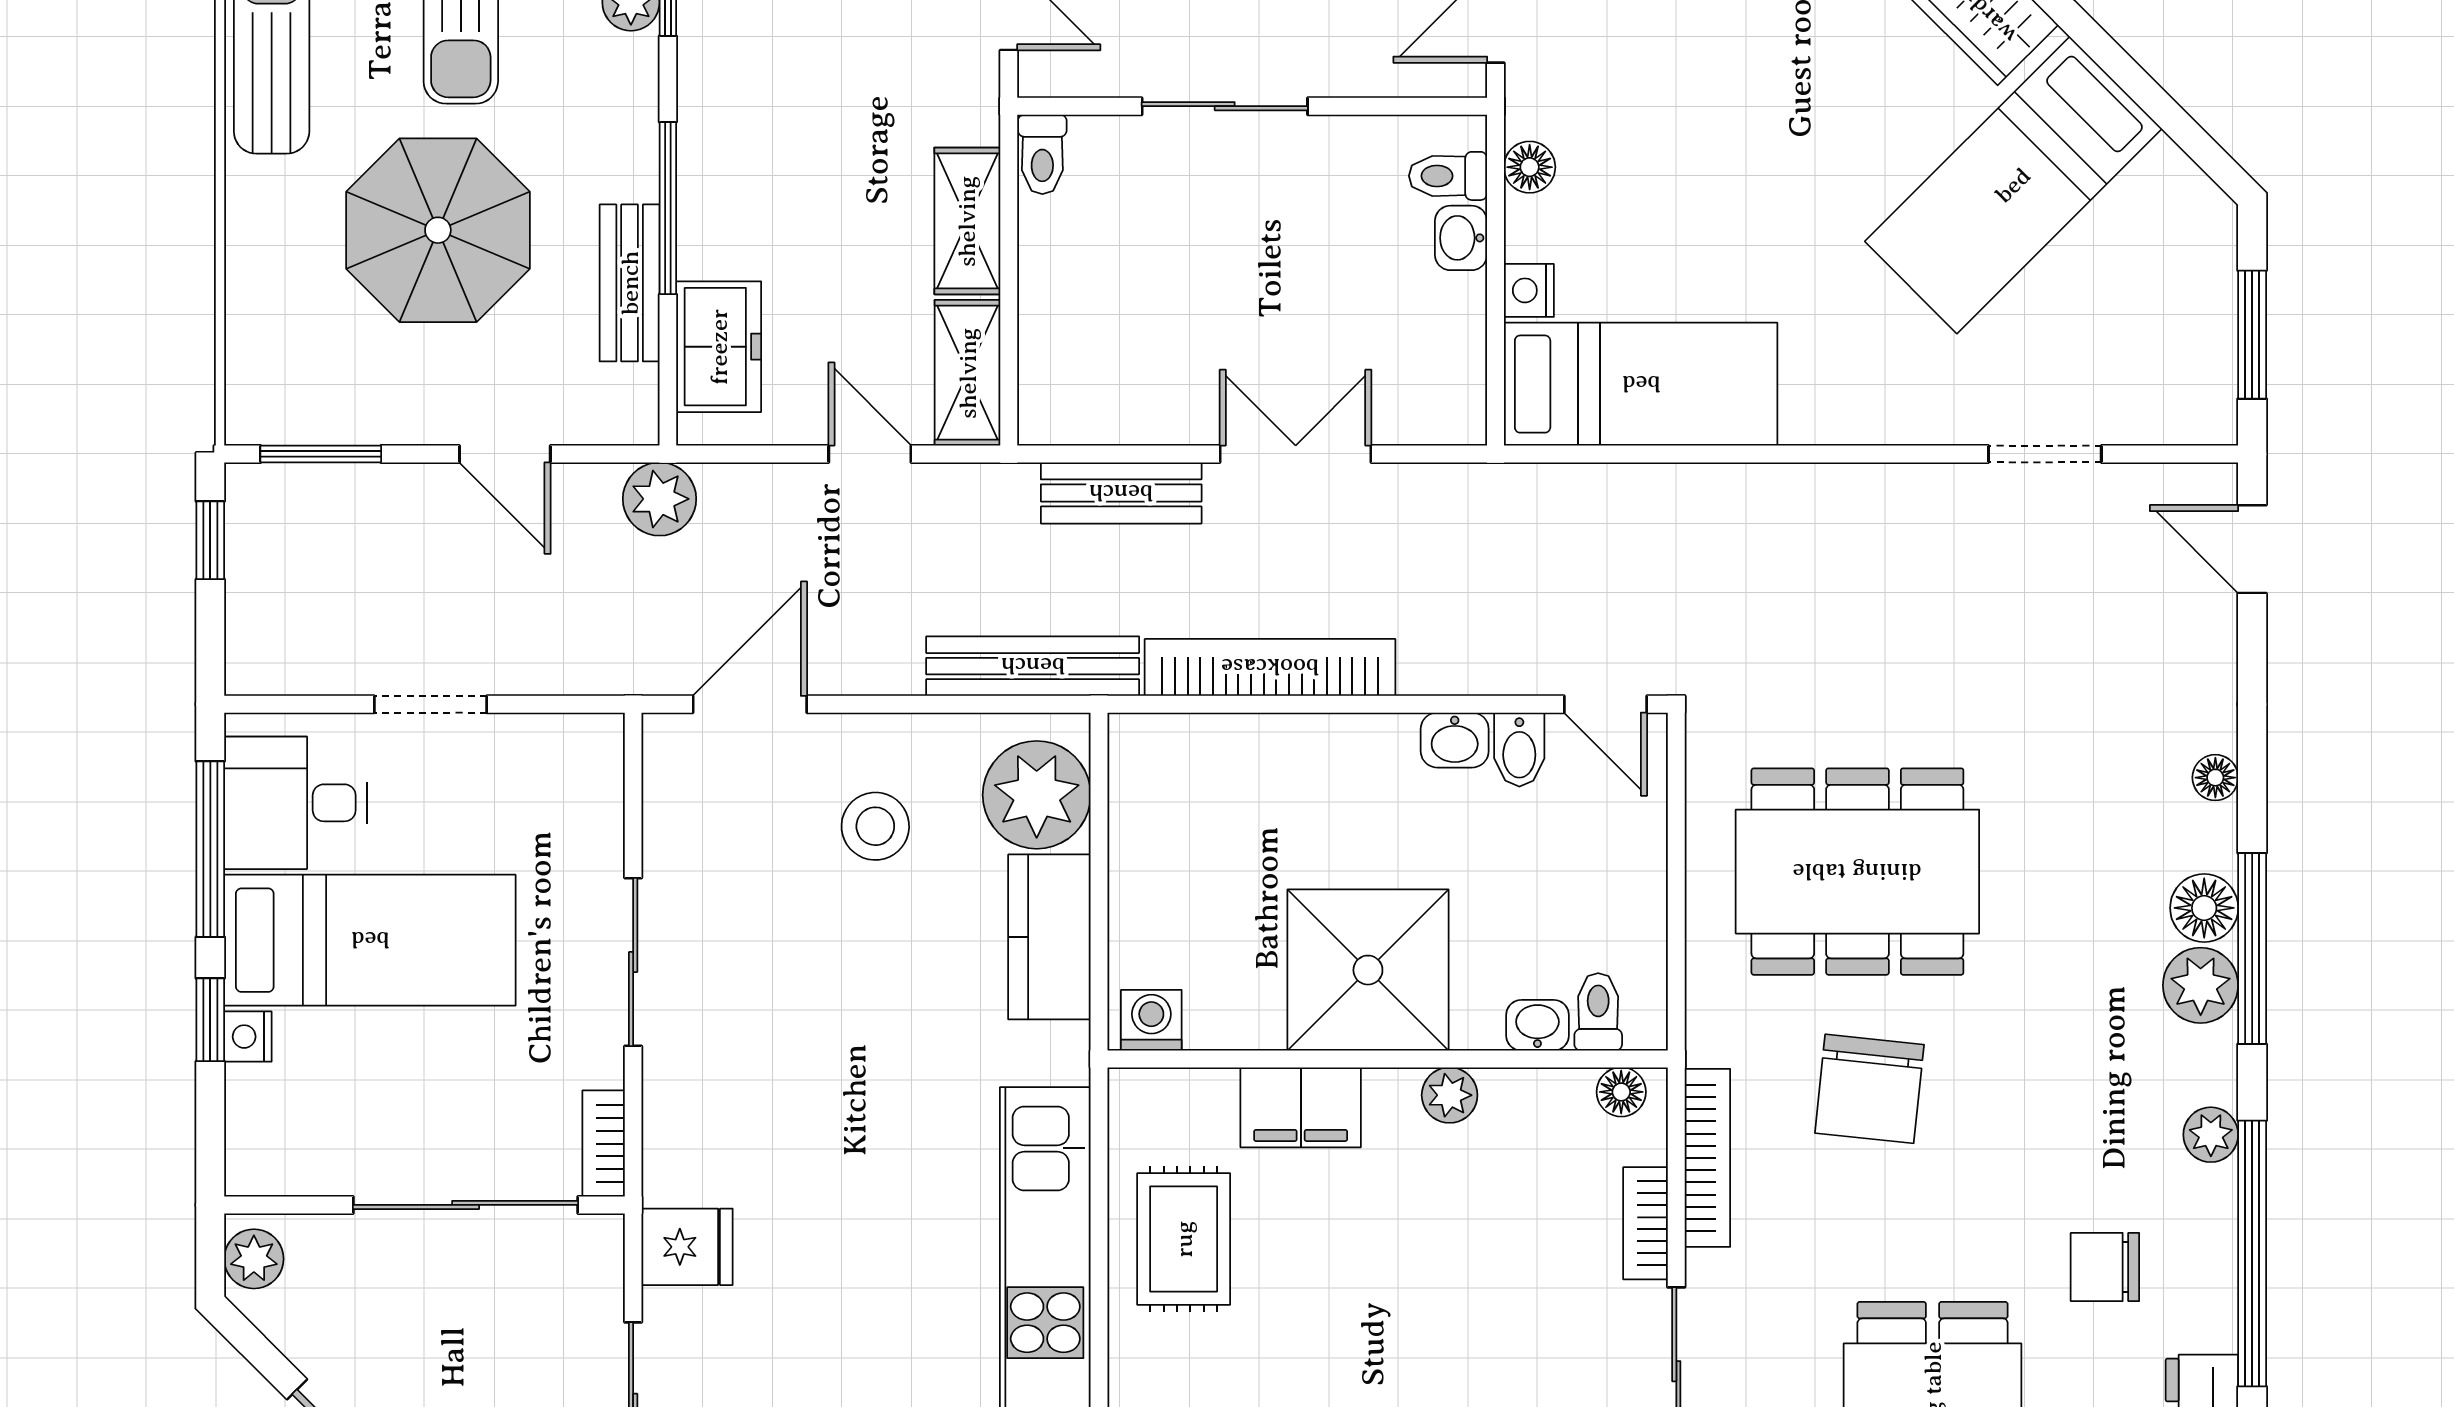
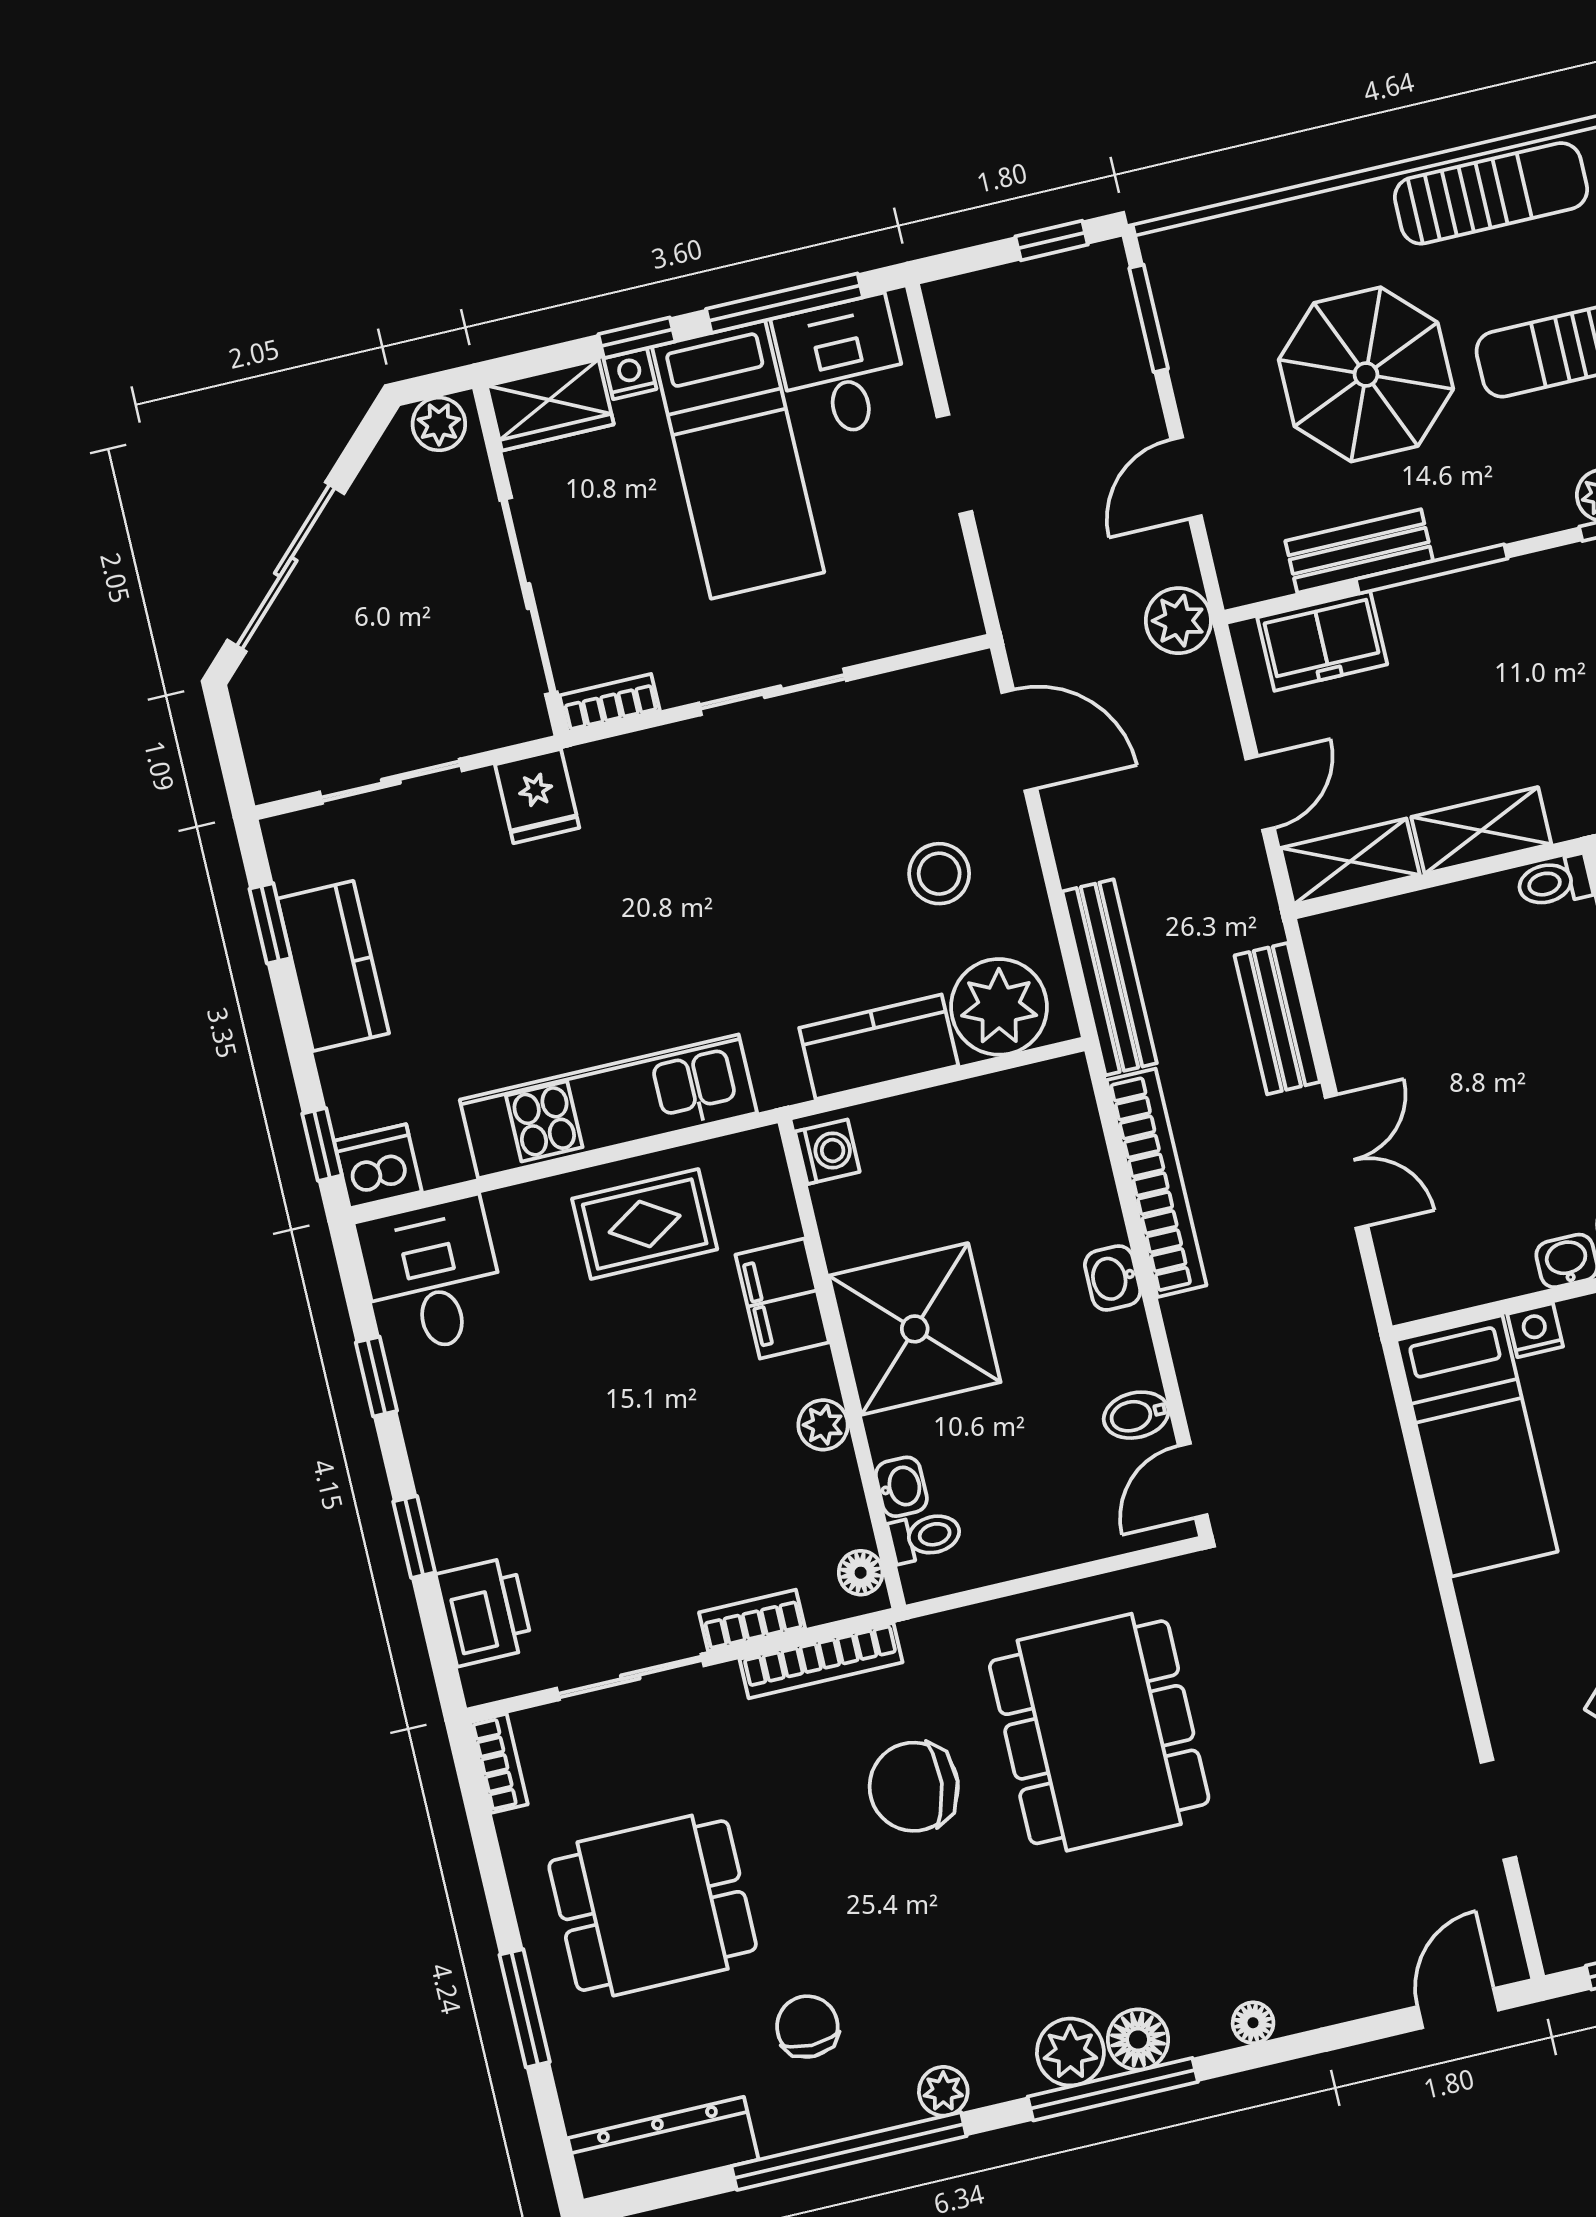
washbasin: (1455, 740) -> (1113, 1278), moved
wardrobe: (262, 1132) -> (550, 405), added

